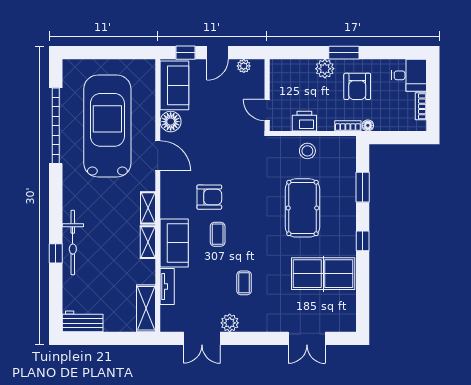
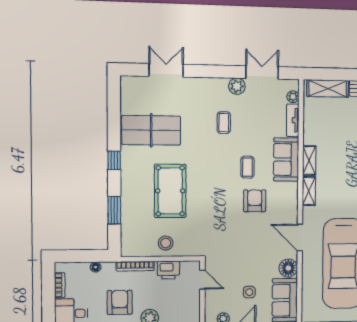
side table: (215, 95) -> (249, 292), added
floor lamp: (368, 125) -> (96, 267), moved
bookcase: (348, 126) -> (135, 266), width x1.56
armchair: (209, 197) -> (255, 201), turned 90
shelving: (146, 308) -> (328, 88), moved, turned 90
plant: (167, 313) -> (293, 97), added

